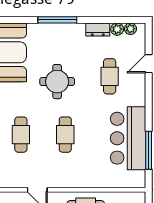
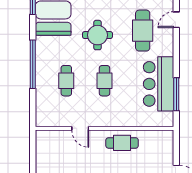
cafe table: (110, 76) -> (143, 31), width x1.37, depth x1.35

